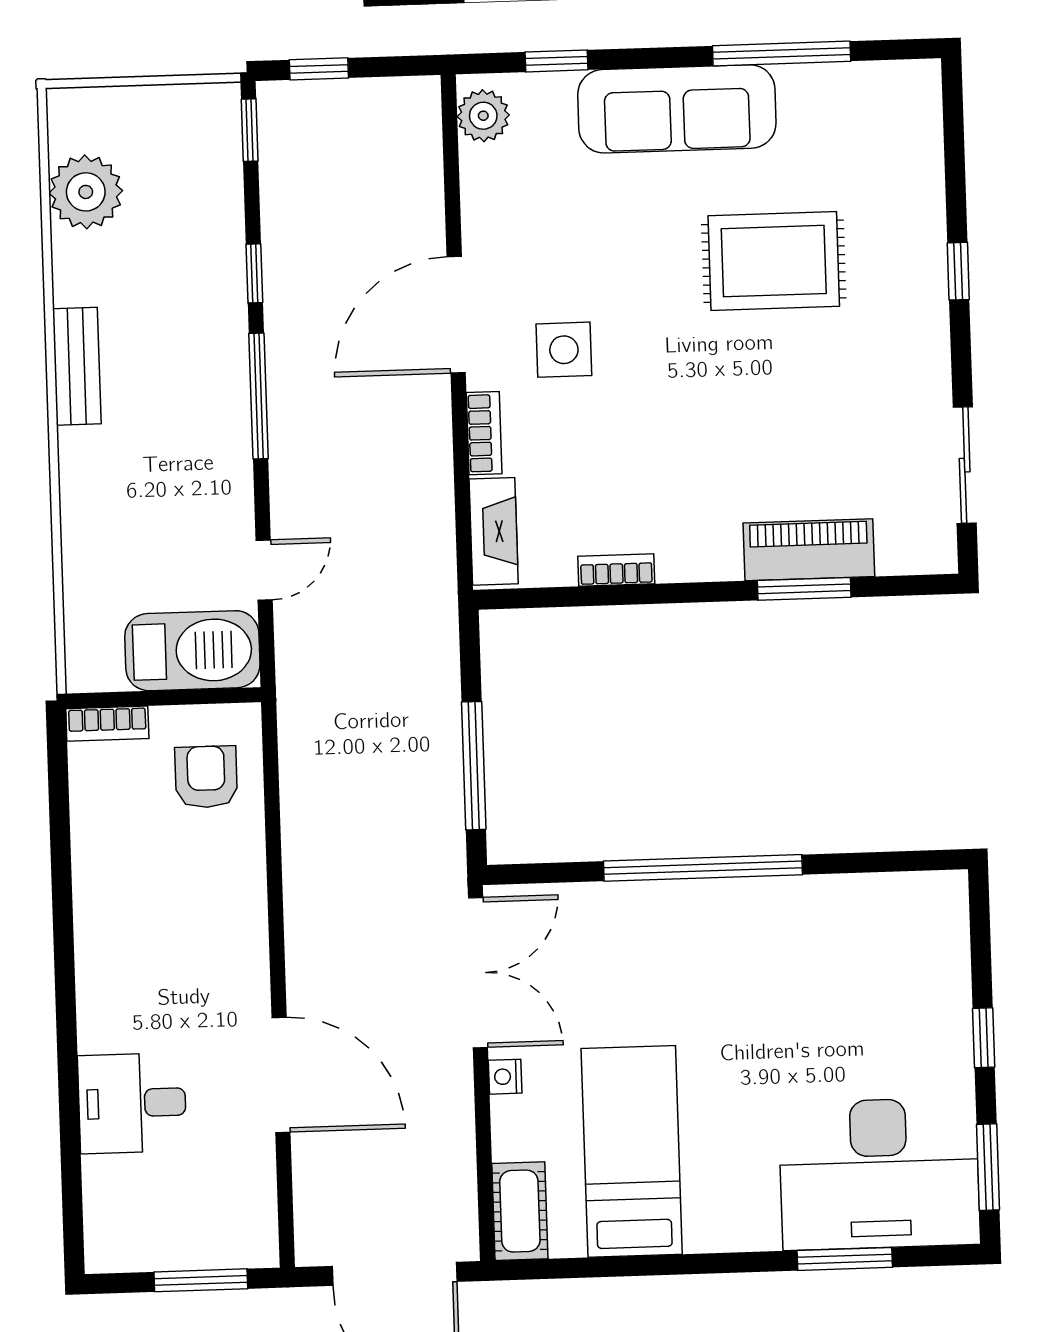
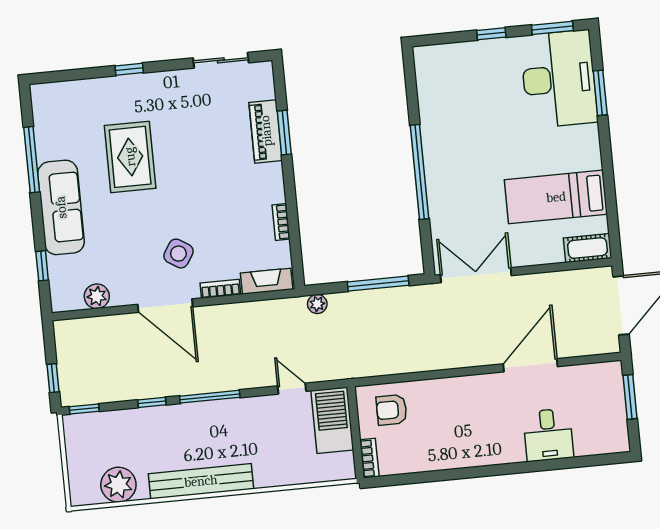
plant: (483, 116) -> (97, 296), moved
side table: (564, 350) -> (178, 254), turned 32
bench: (77, 366) -> (201, 481), width x1.86, depth x1.21
plant: (439, 635) -> (317, 304), added
nightstand: (505, 1077) -> (524, 259), removed

